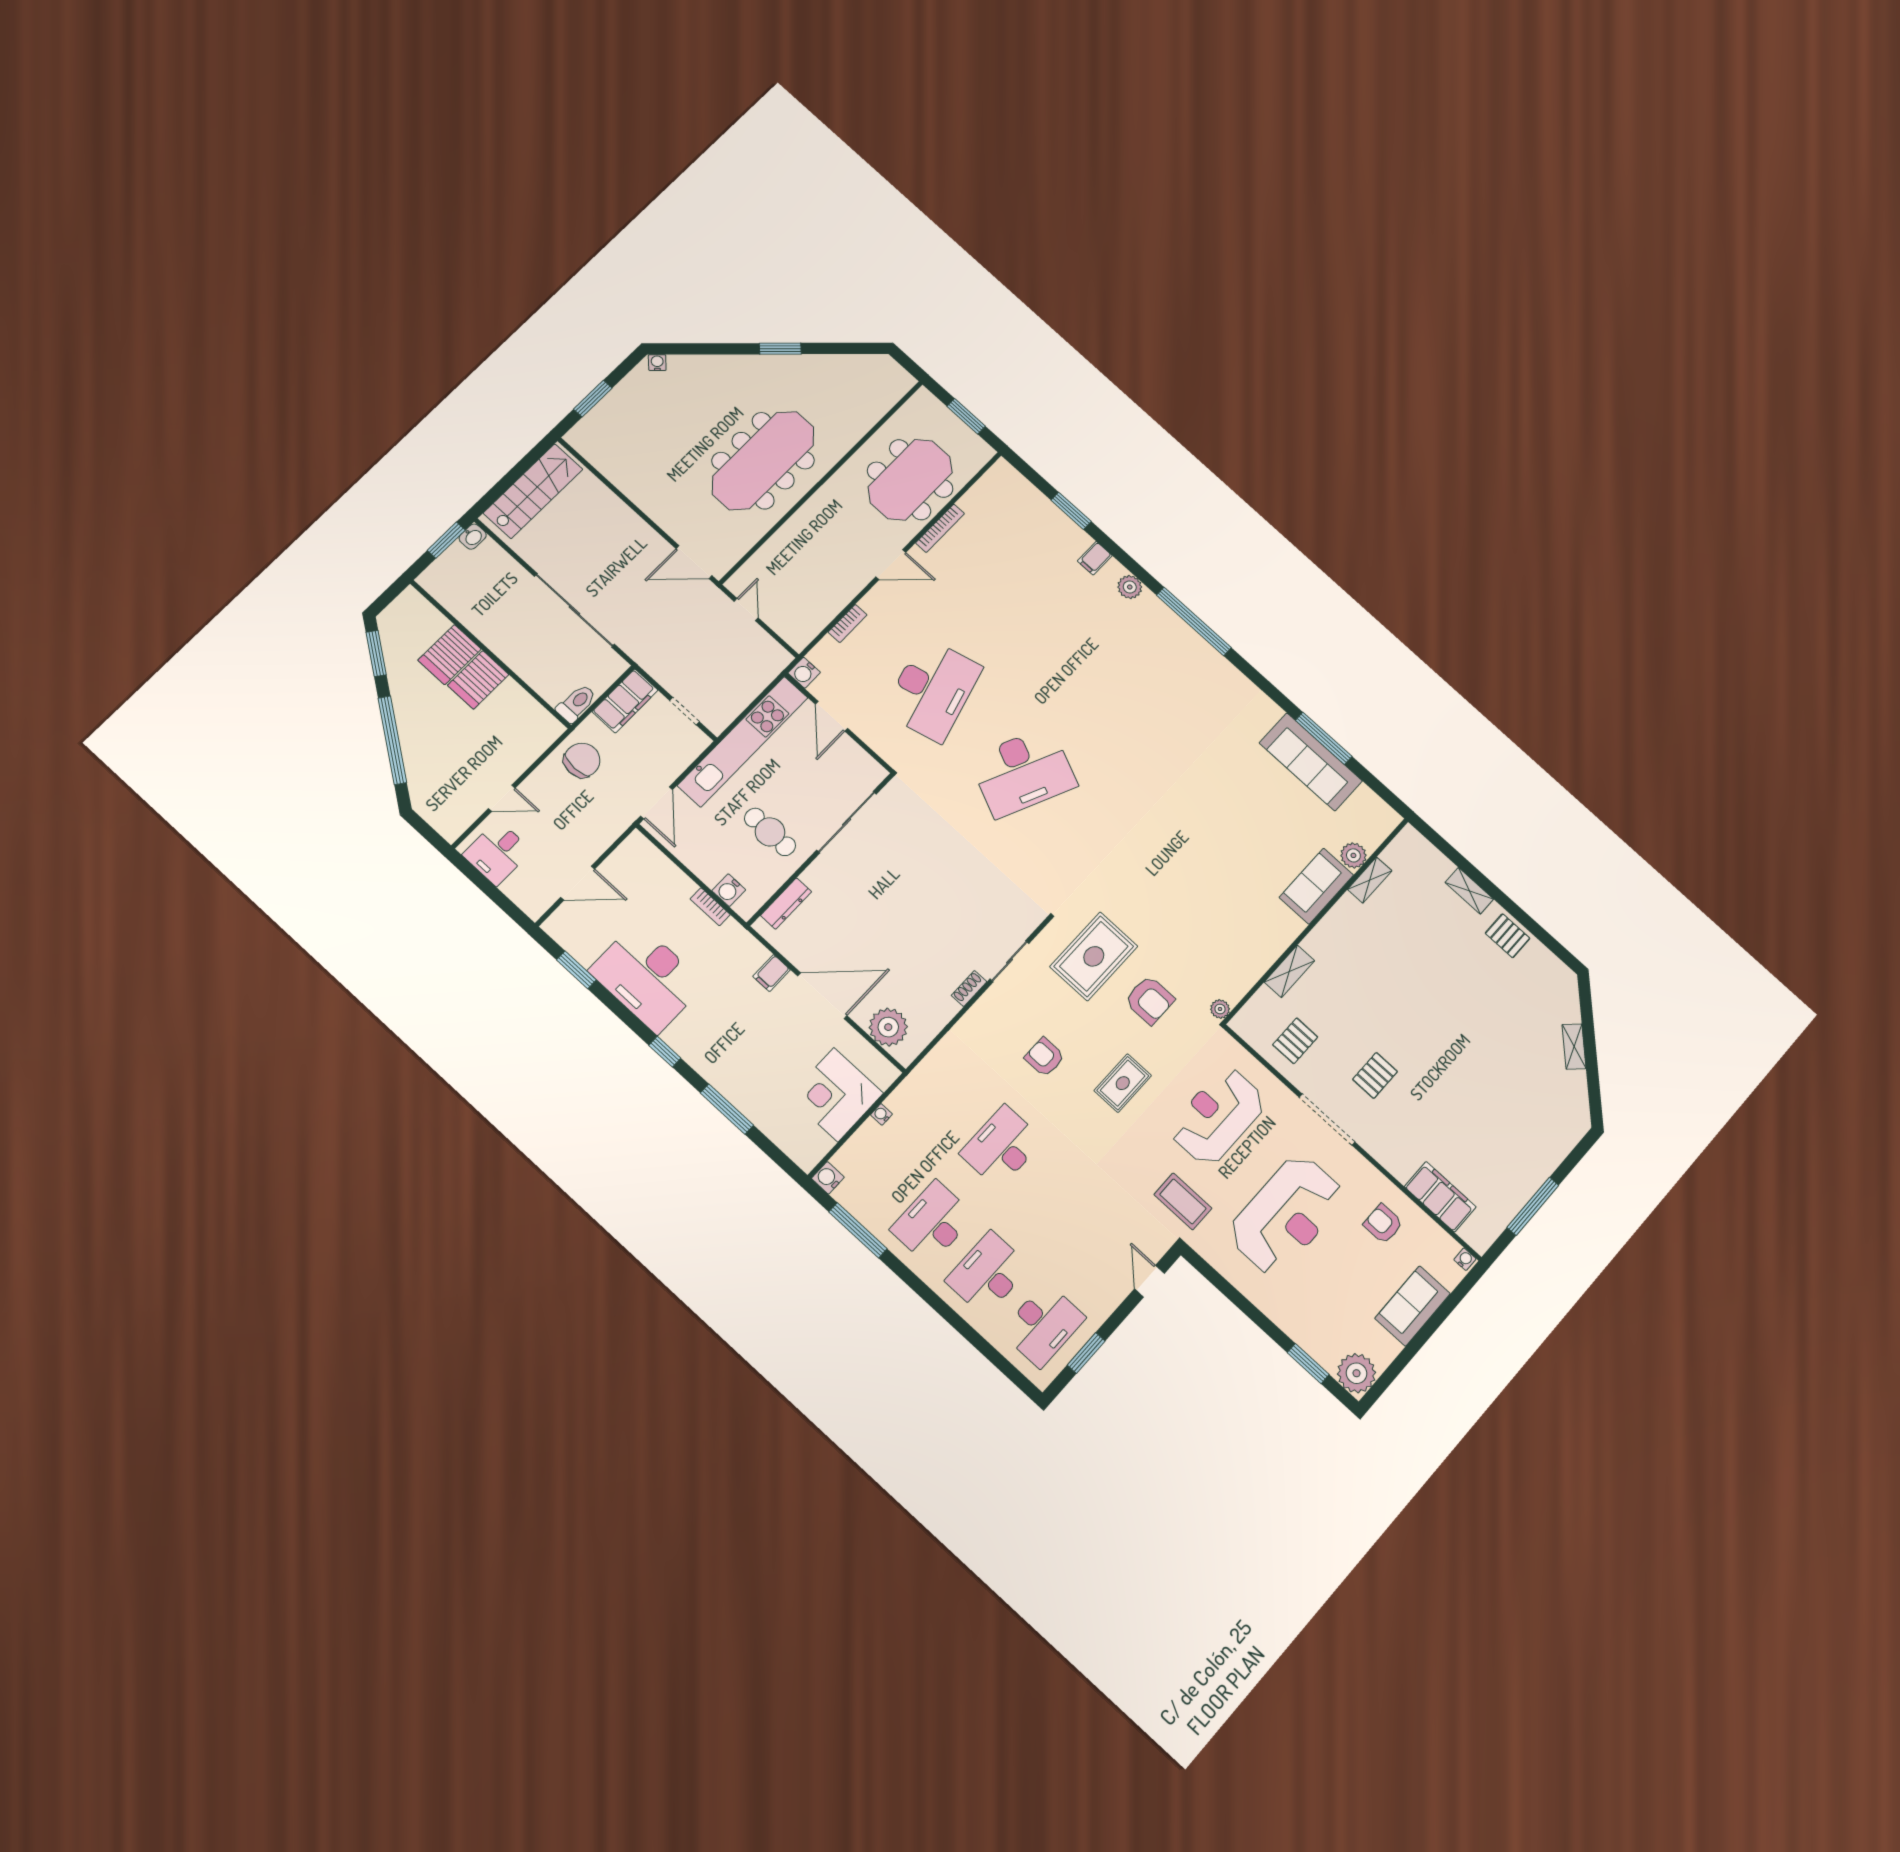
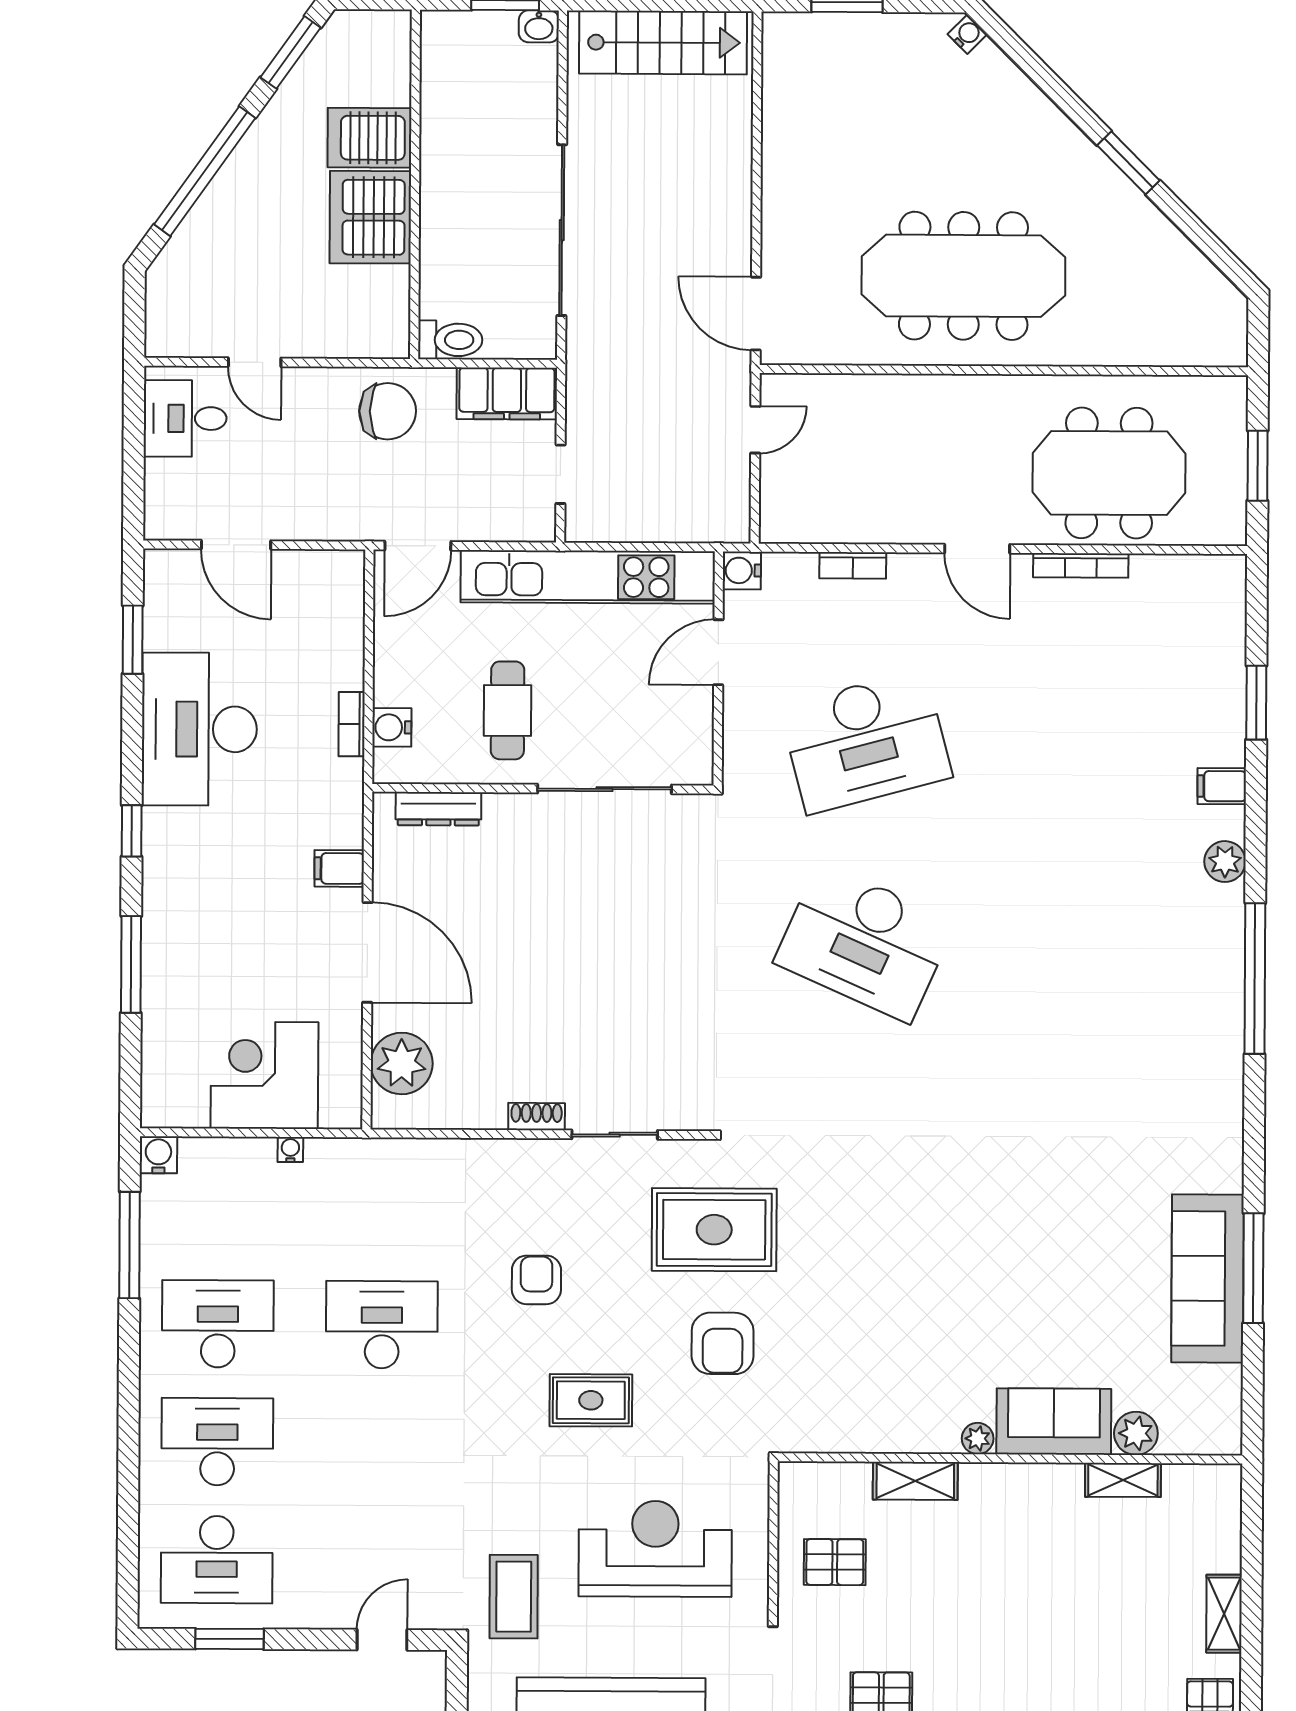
server rack: (478, 680) -> (370, 217), width x1.60
plant: (1220, 1009) -> (978, 1438), moved

